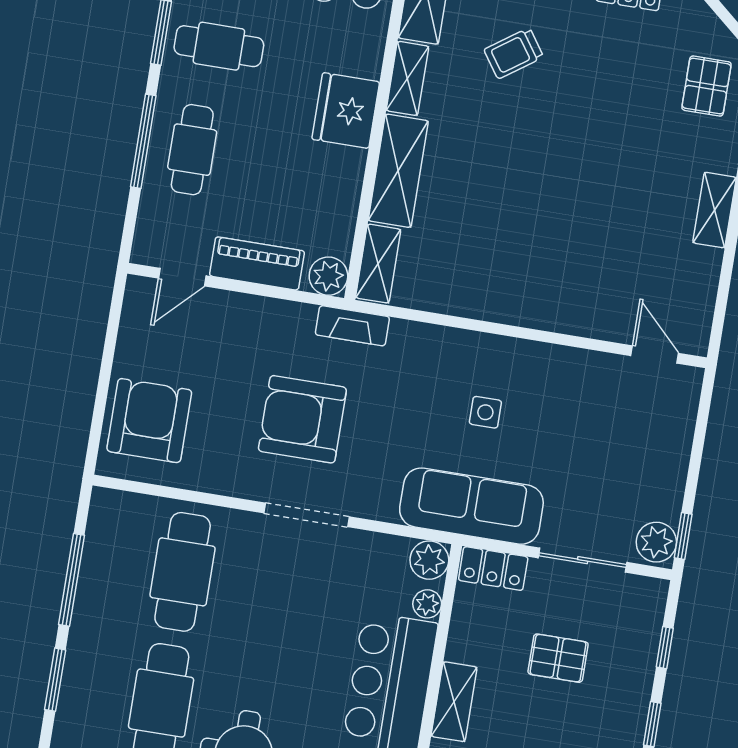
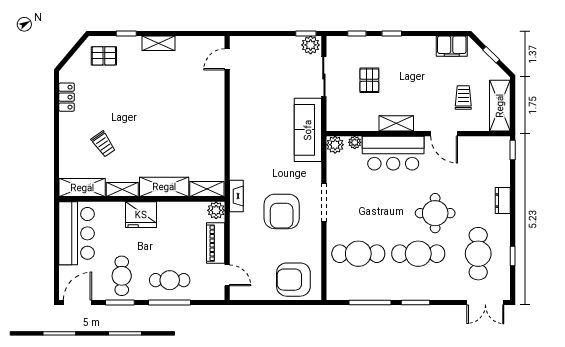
side table: (485, 412) -> (265, 131), removed
locker: (493, 569) -> (334, 116), removed

